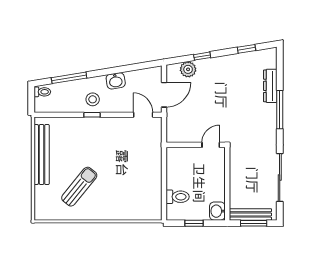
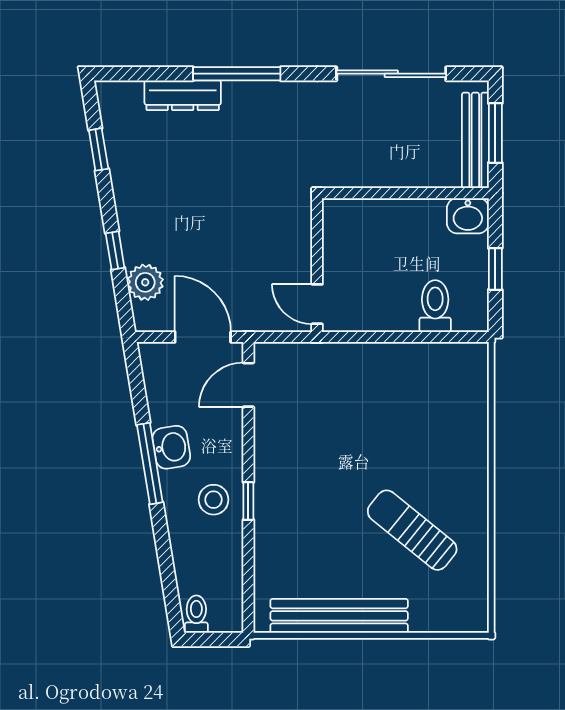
window: (69, 78) -> (150, 464), moved
door: (211, 145) -> (317, 304), moved

